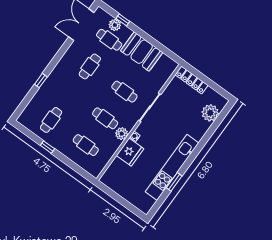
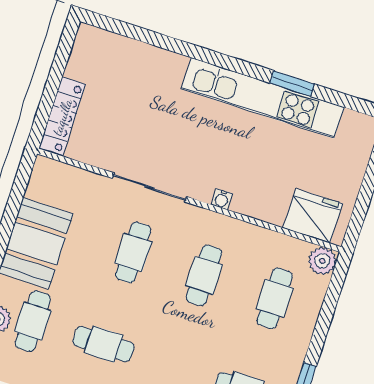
plant: (210, 113) -> (119, 54), removed
plant: (122, 134) -> (322, 261), moved
fridge: (130, 152) -> (313, 216), moved

